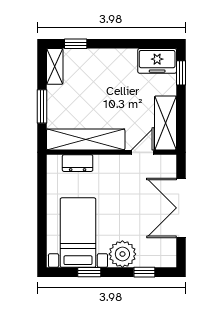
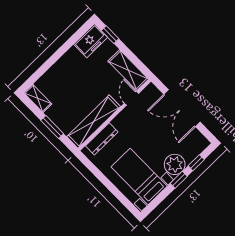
window: (76, 44) -> (37, 75), removed
dresser: (78, 163) -> (102, 139), width x1.44
window: (89, 272) -> (179, 180), moved

